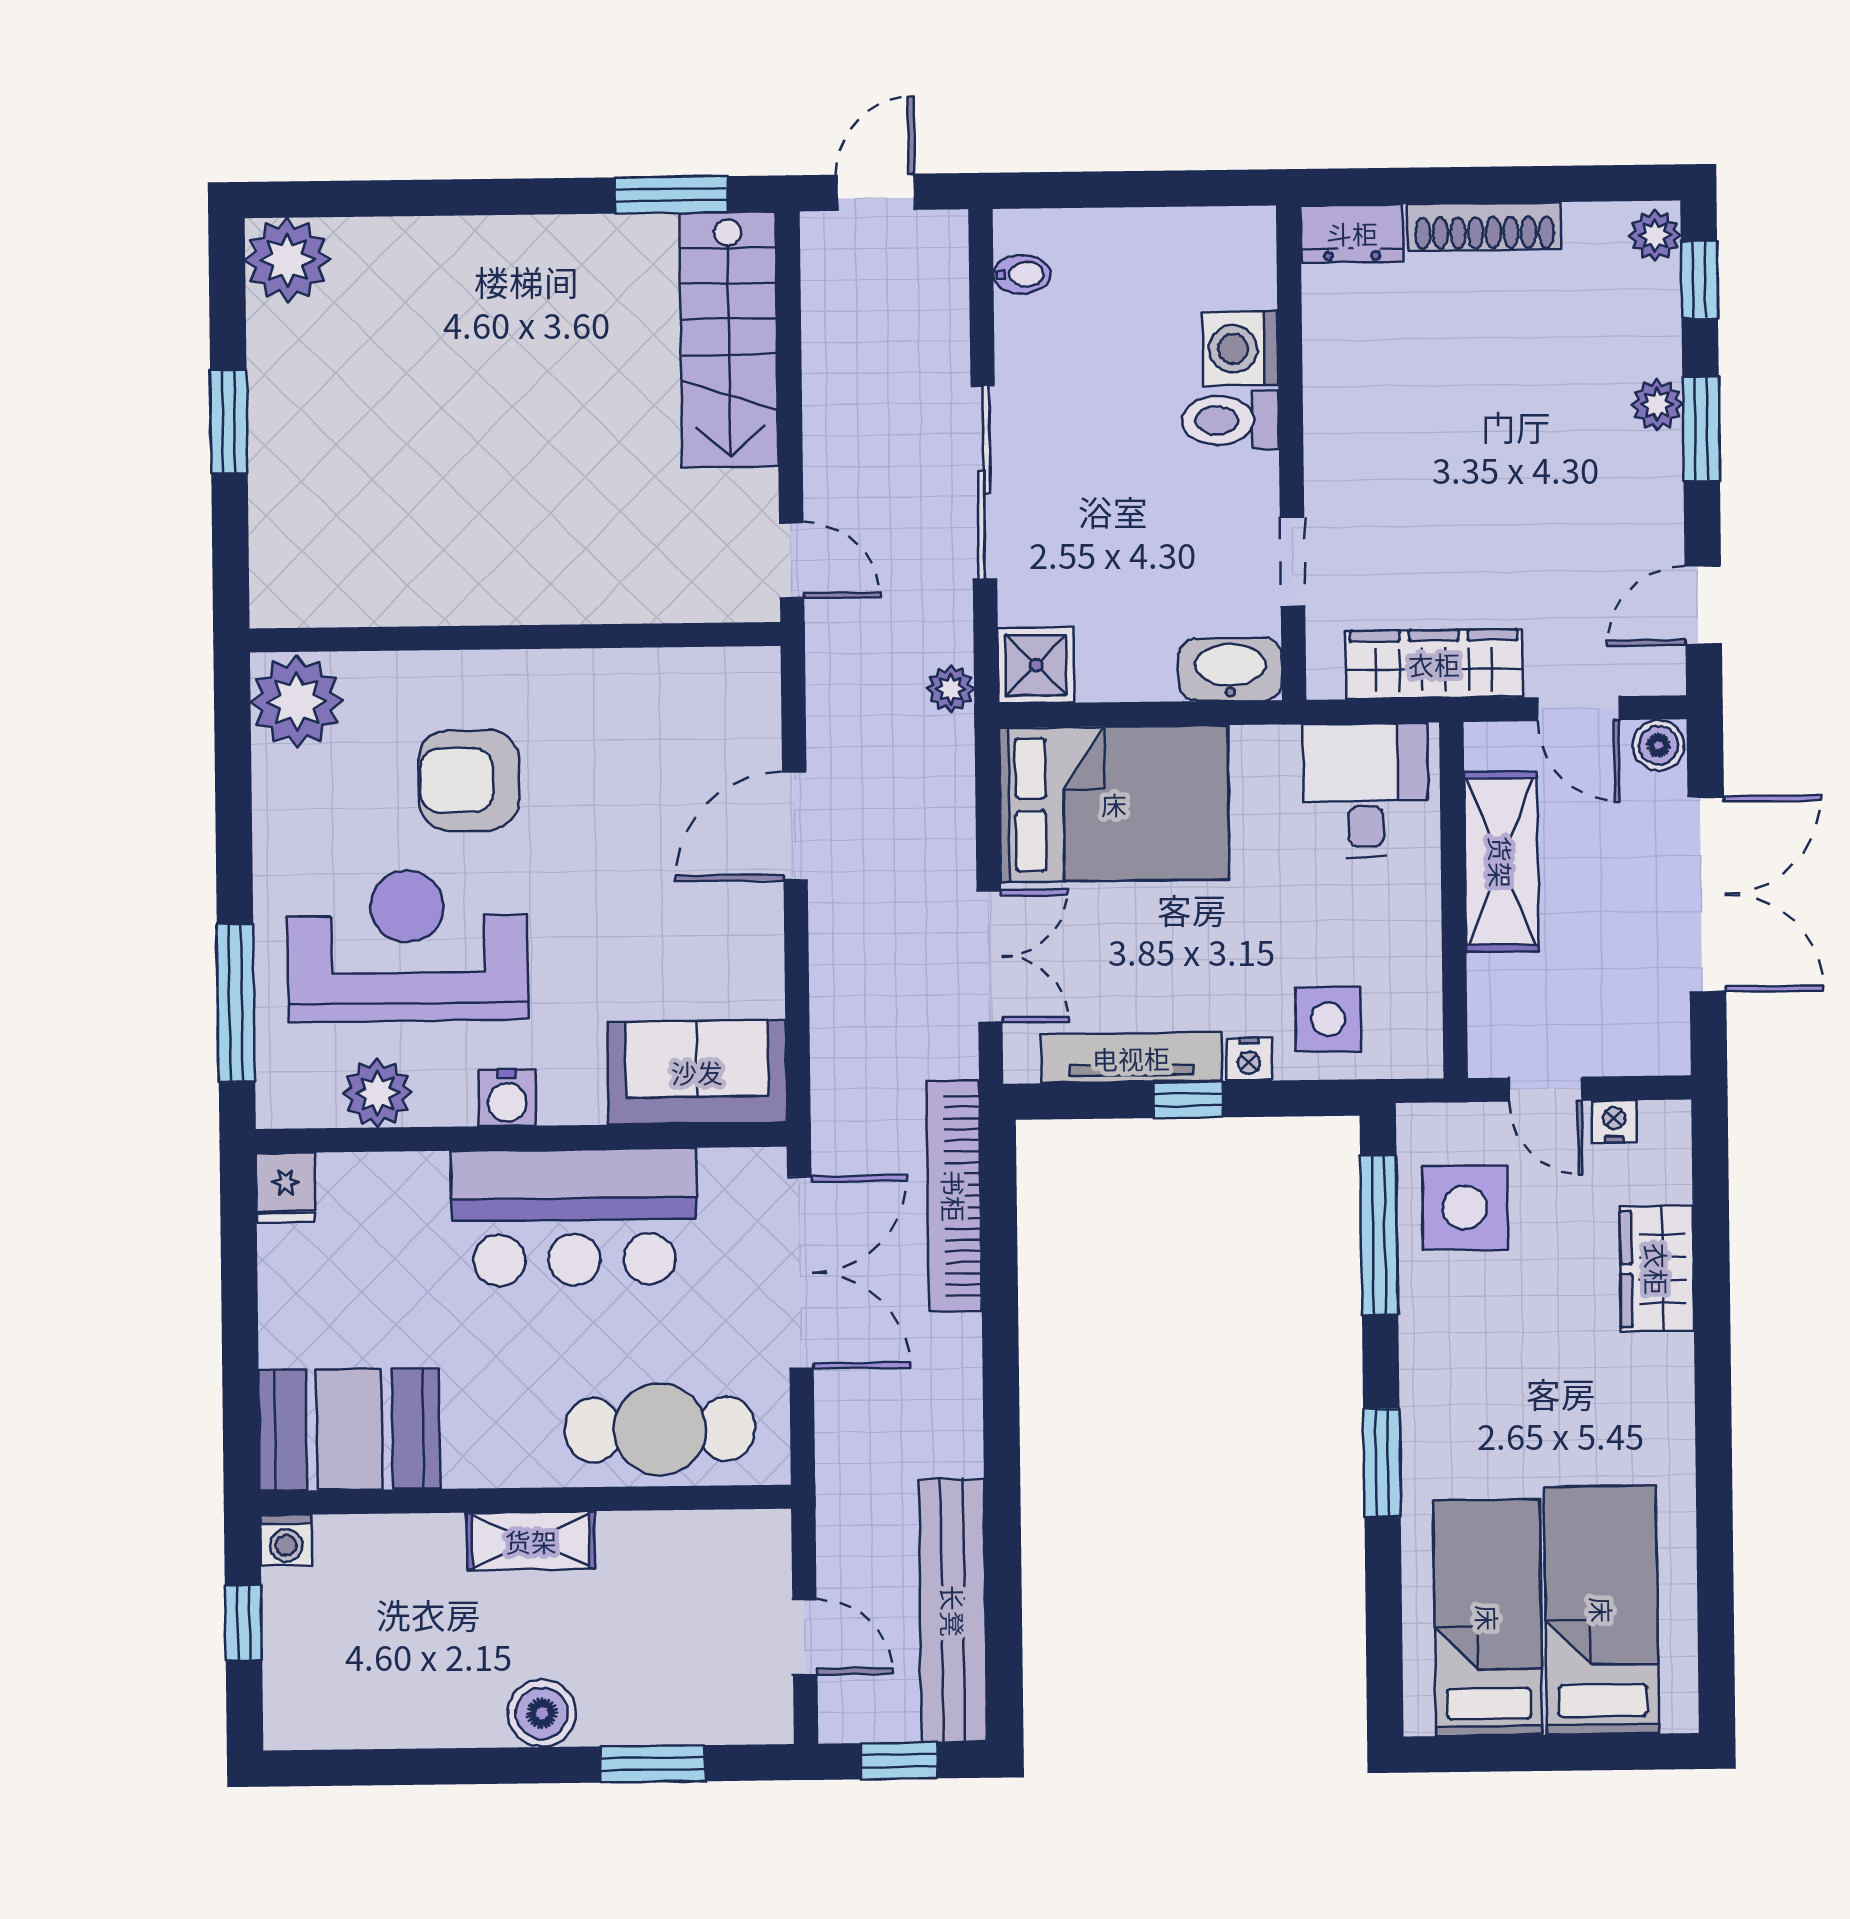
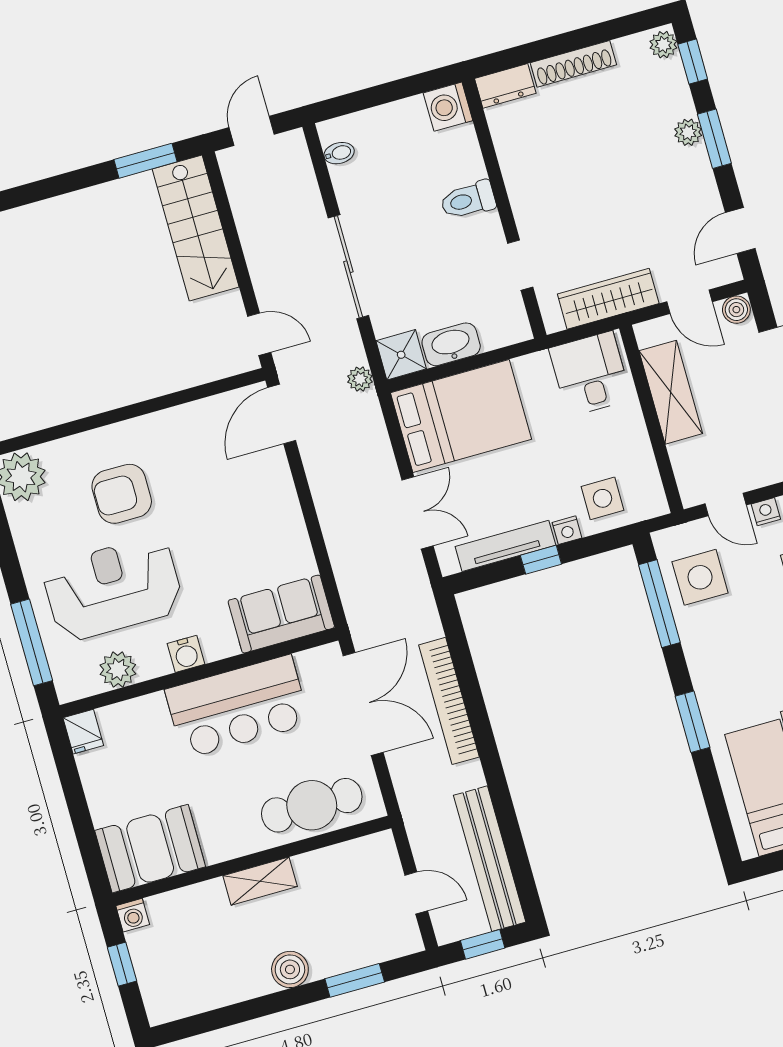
washing machine: (1241, 349) -> (448, 107), moved
washbasin: (1230, 669) -> (451, 344), moved
door: (795, 826) -> (282, 414), moved
bookcase: (954, 1196) -> (449, 701), moved

